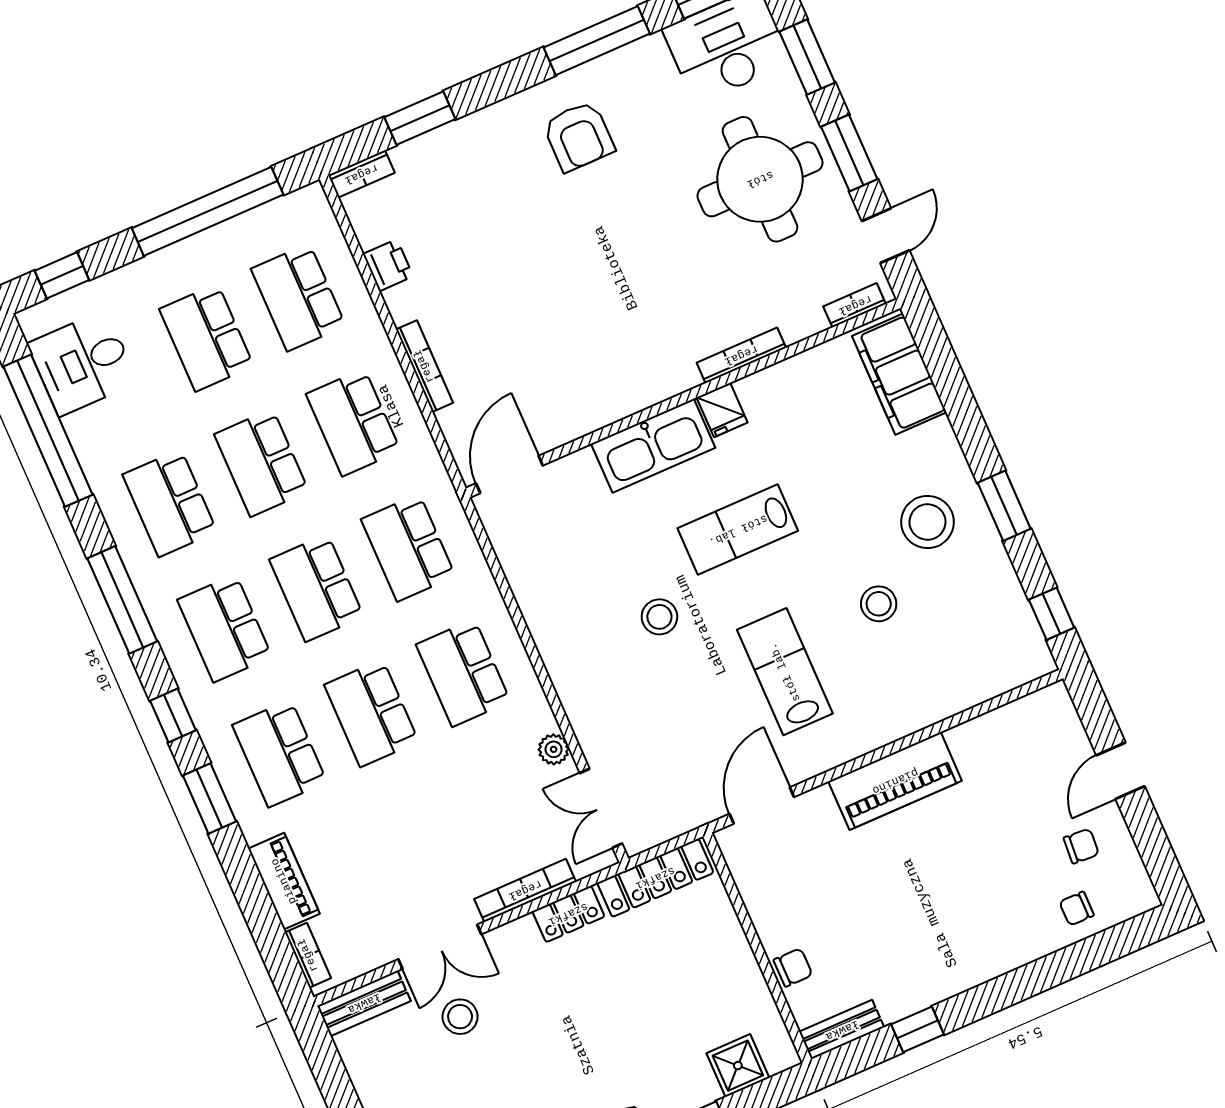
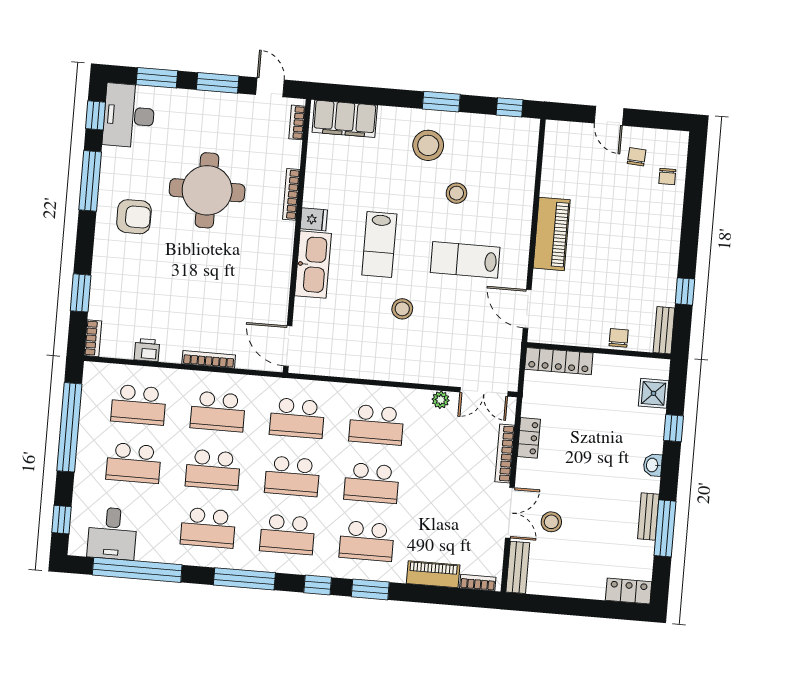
round table: (760, 179) -> (207, 190), moved
locker: (655, 878) -> (559, 361), moved, turned 90

